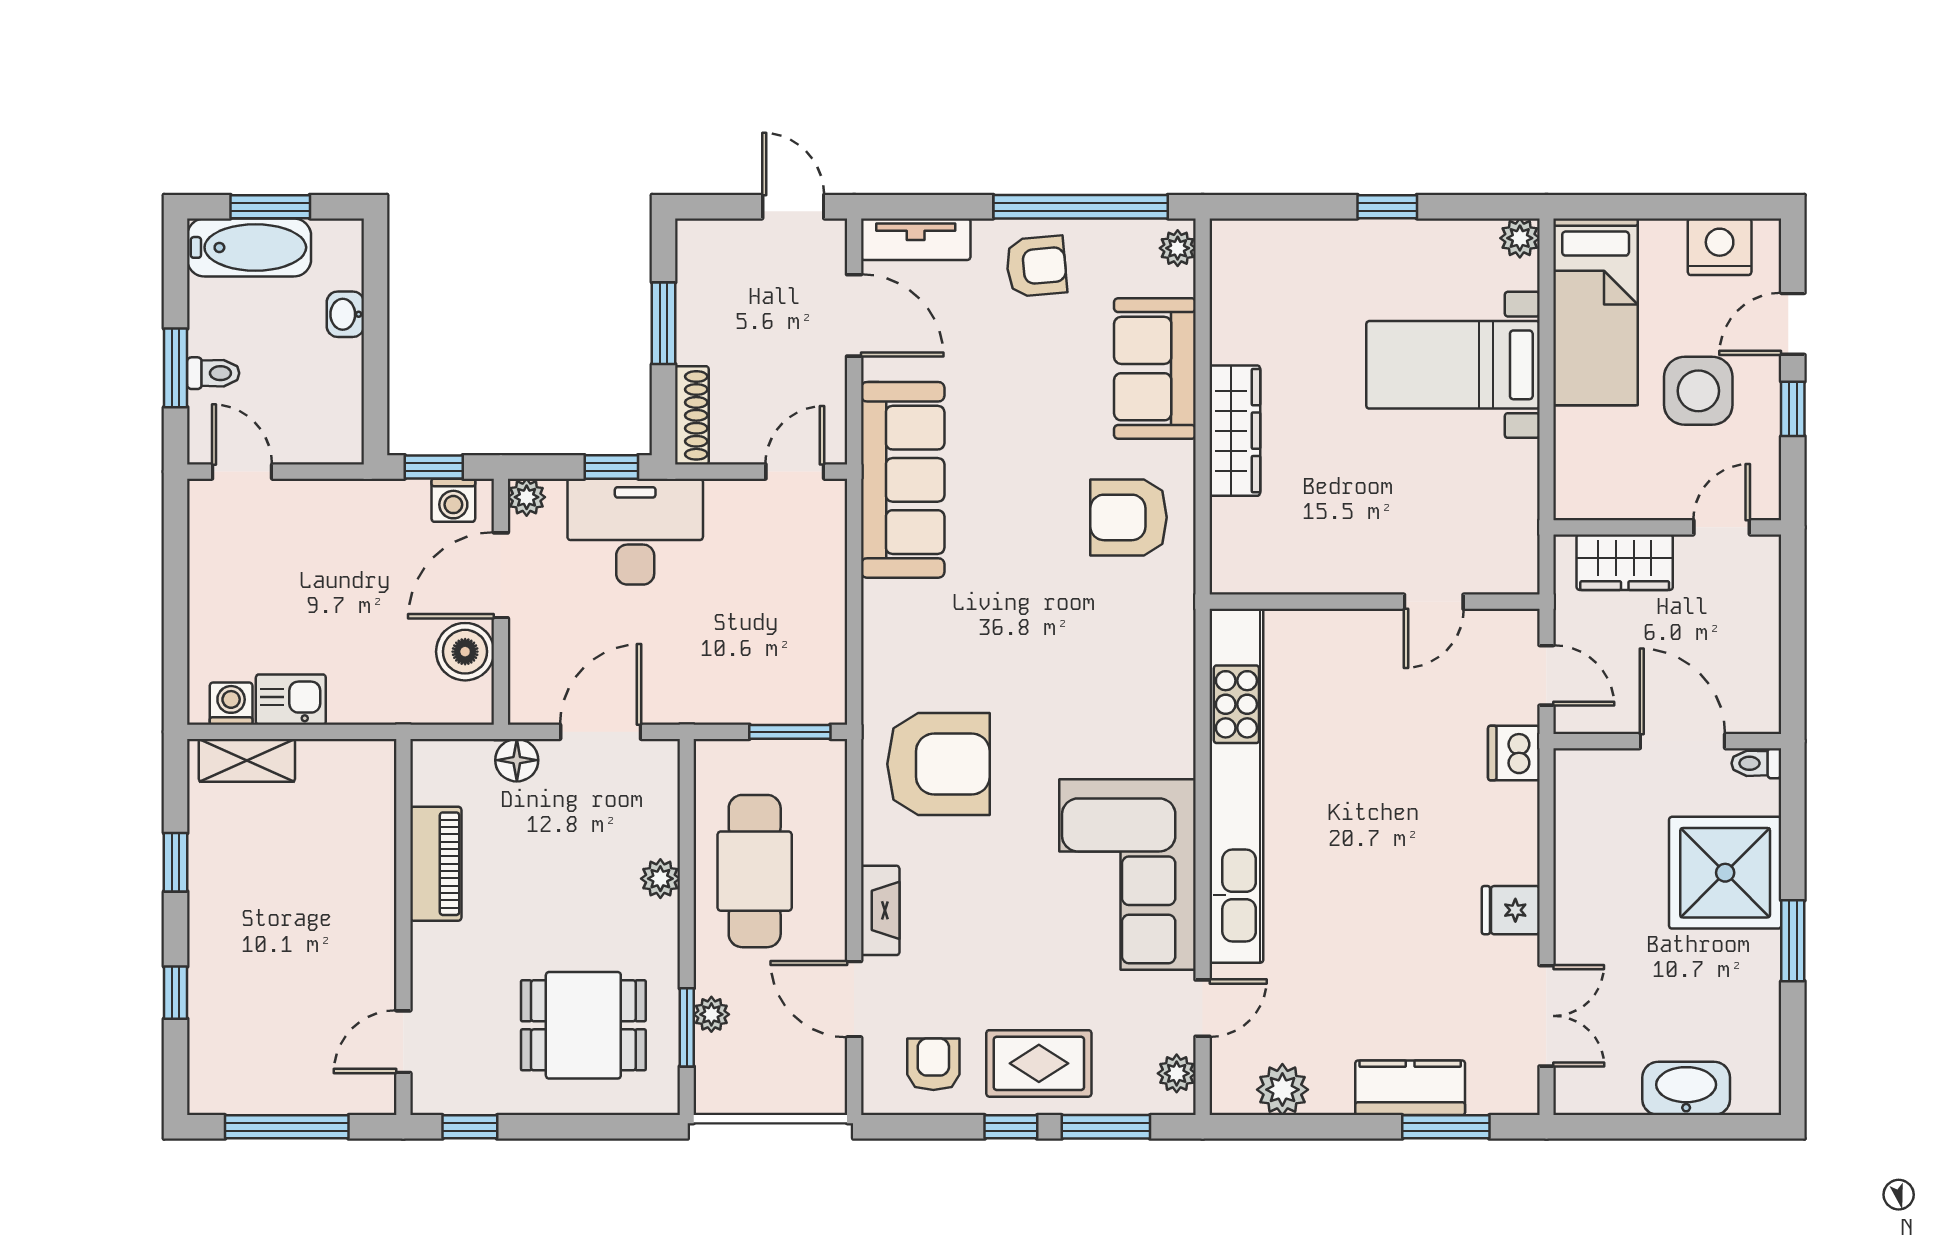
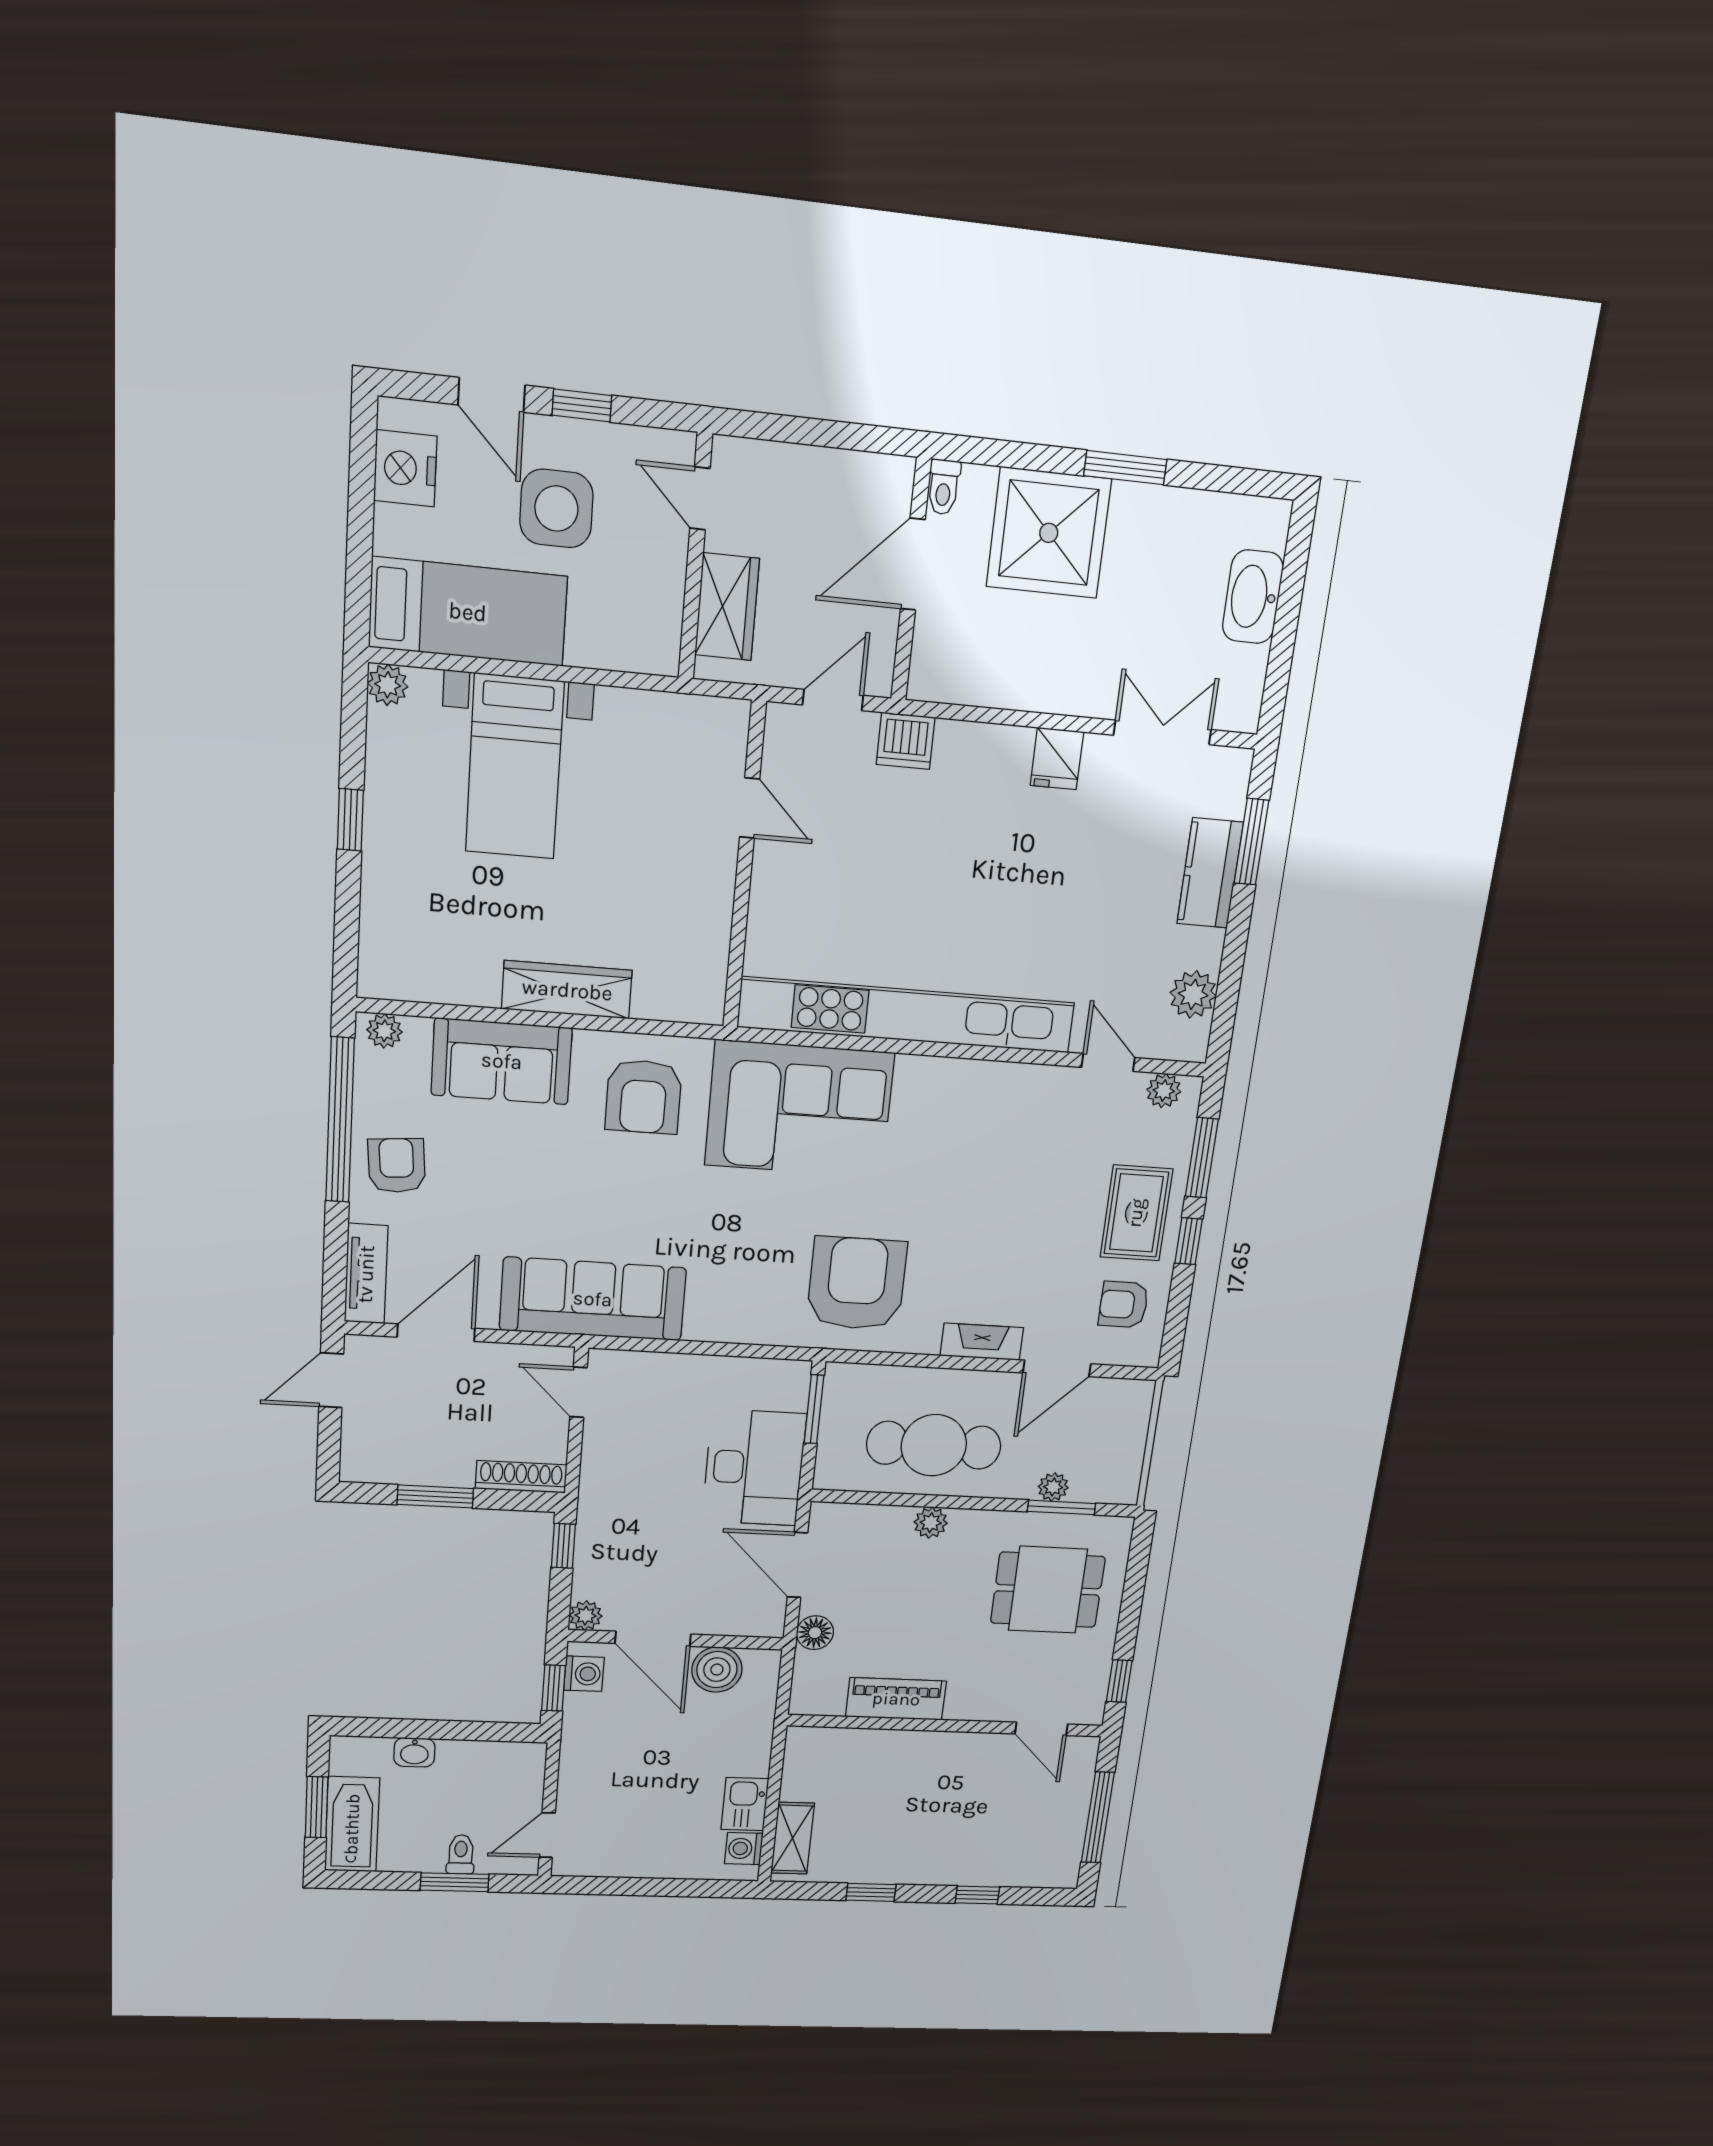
desk: (635, 532) -> (754, 1468), moved, turned 180
corner sofa: (1128, 875) -> (799, 1109), moved
dining table: (583, 1025) -> (1048, 1590), turned 90

